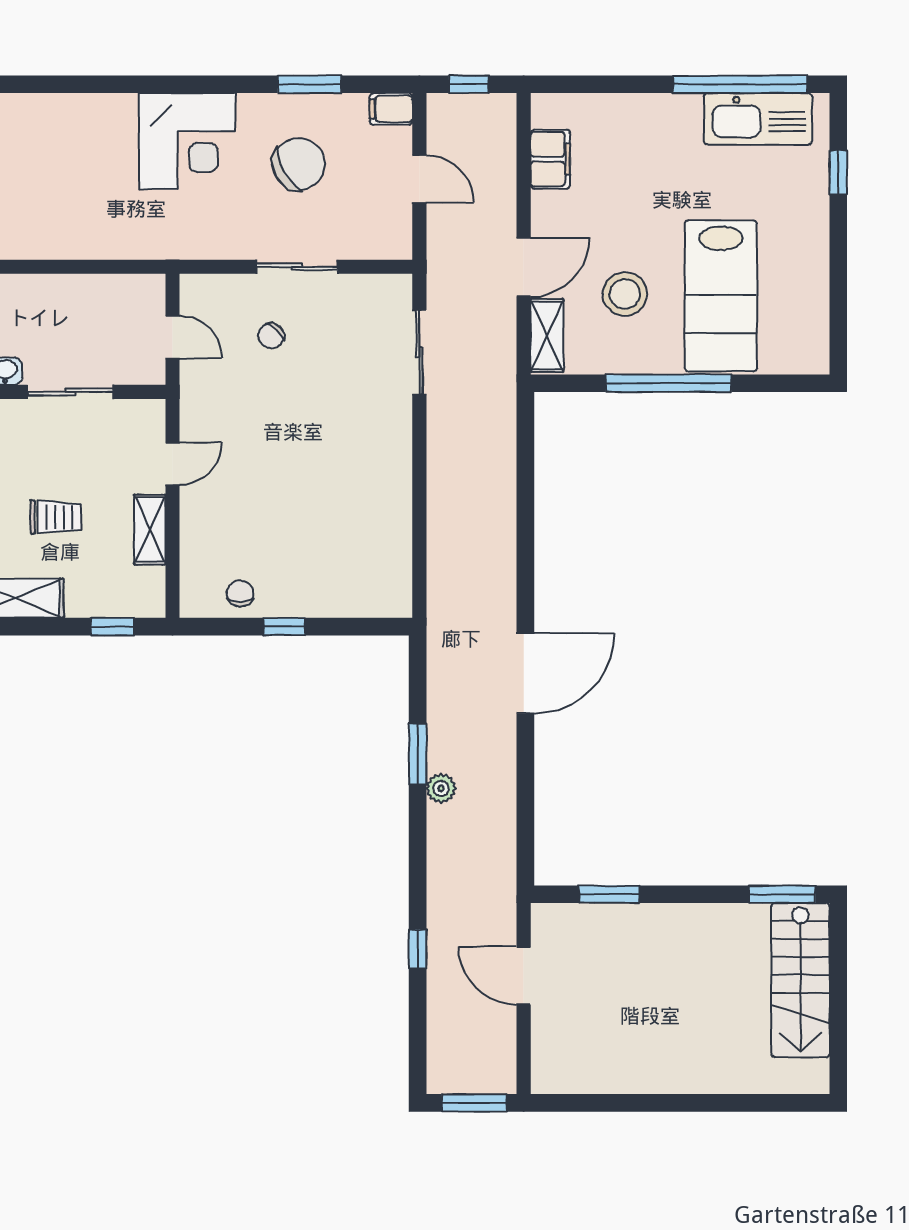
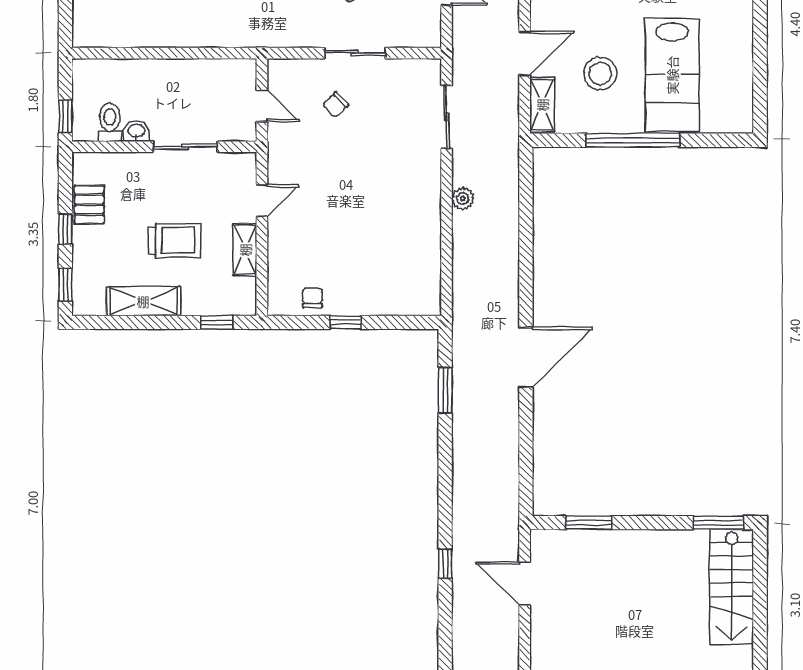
trolley: (56, 517) -> (175, 240), width x1.36, depth x1.39
window: (418, 754) -> (445, 390), moved
plant: (441, 788) -> (463, 199), moved

